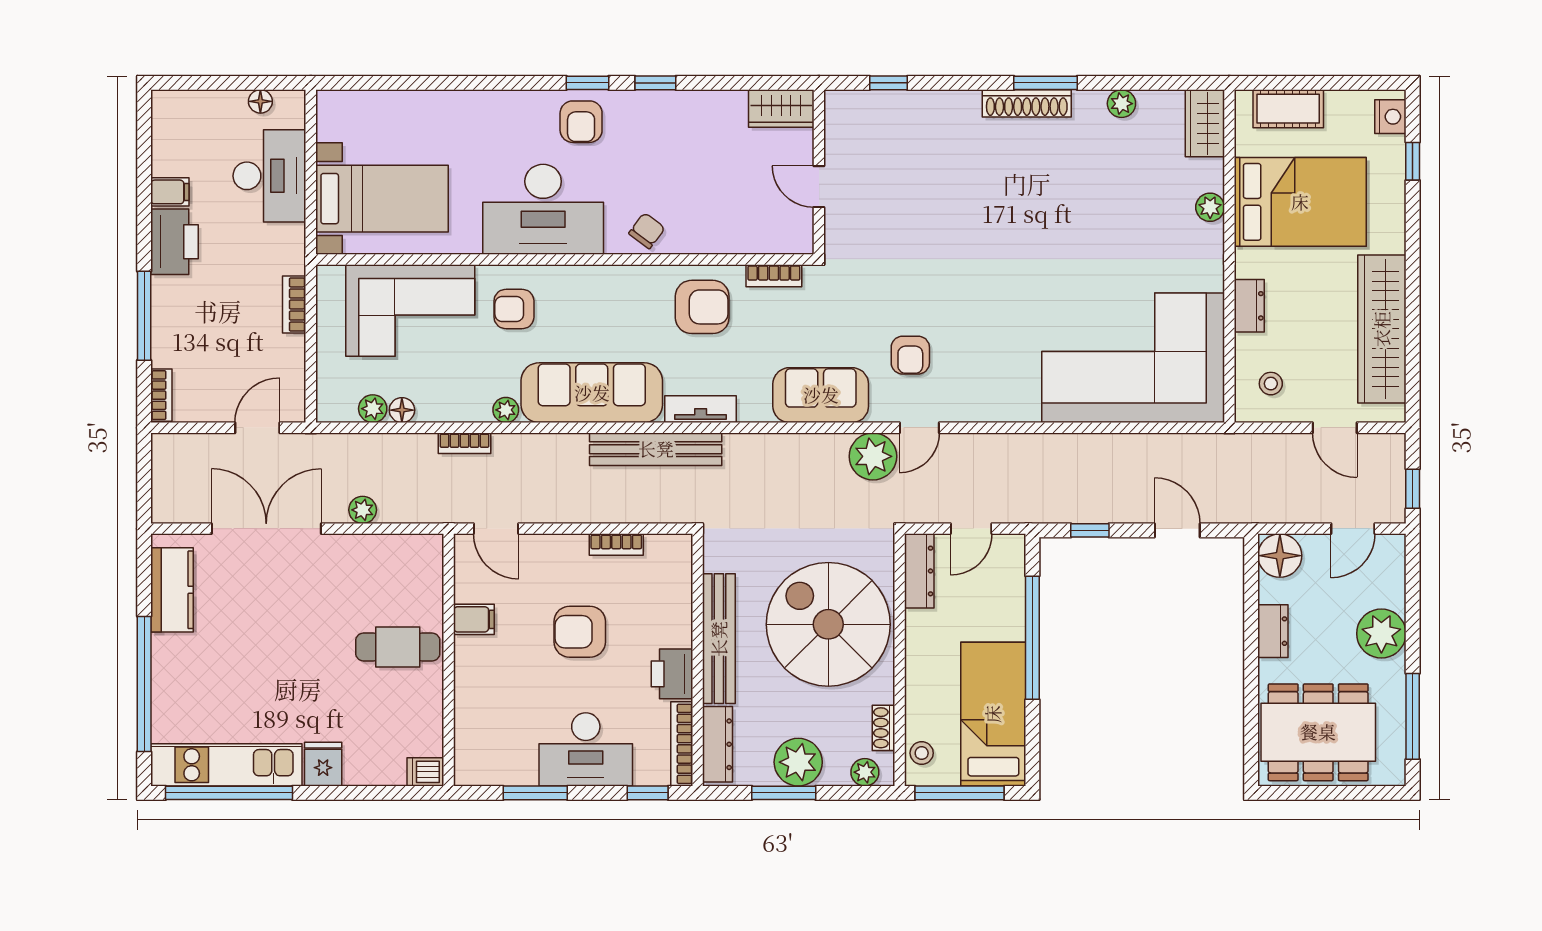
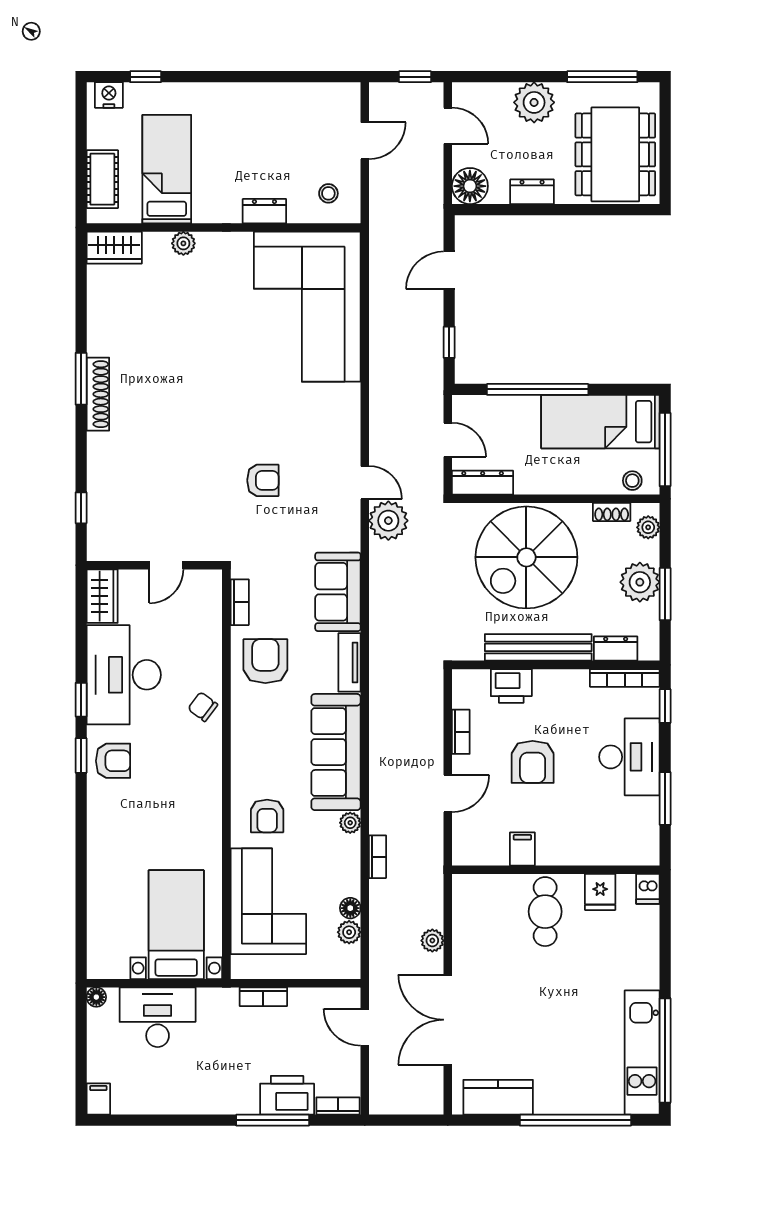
floor lamp: (260, 101) -> (96, 997), moved
plant: (1121, 104) -> (98, 316), removed
filing cabinet: (170, 192) -> (98, 1099), moved
bed: (1300, 202) -> (167, 169), width x0.67
desk: (543, 209) -> (124, 675), moved, turned 180
printer: (175, 242) -> (287, 1095), moved
wardrobe: (1382, 329) -> (284, 102), removed
armchair: (910, 355) -> (263, 480), moved
sofa: (821, 395) -> (338, 592), moved
bench: (656, 449) -> (382, 699), removed
door: (496, 529) -> (448, 794), moved
printer: (672, 674) -> (511, 686), moved
dresser: (718, 744) -> (616, 648), width x0.70
fridge: (323, 764) -> (600, 892), moved, turned -90

